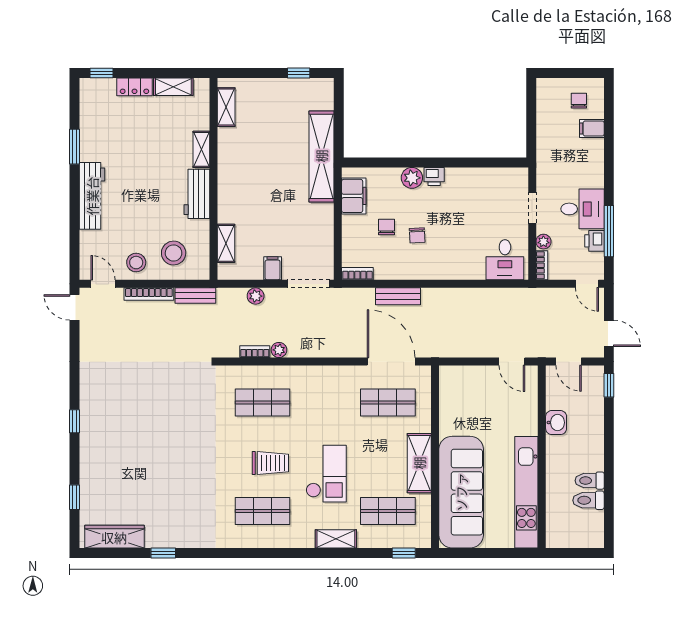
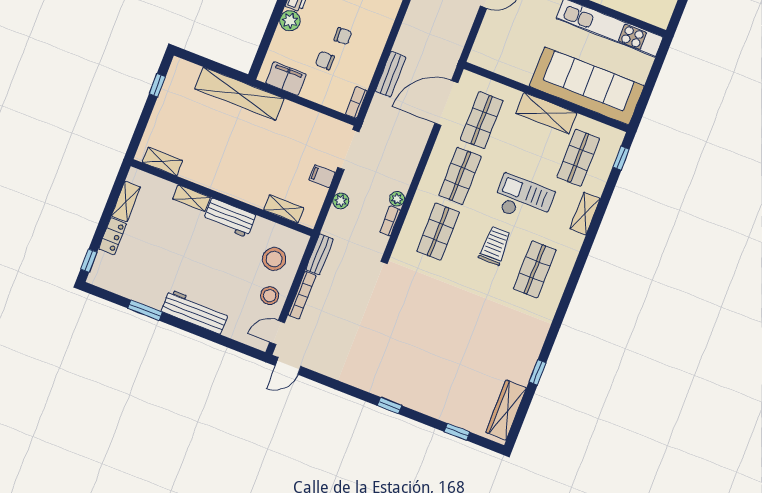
shop shelf: (325, 403) -> (460, 176), added

